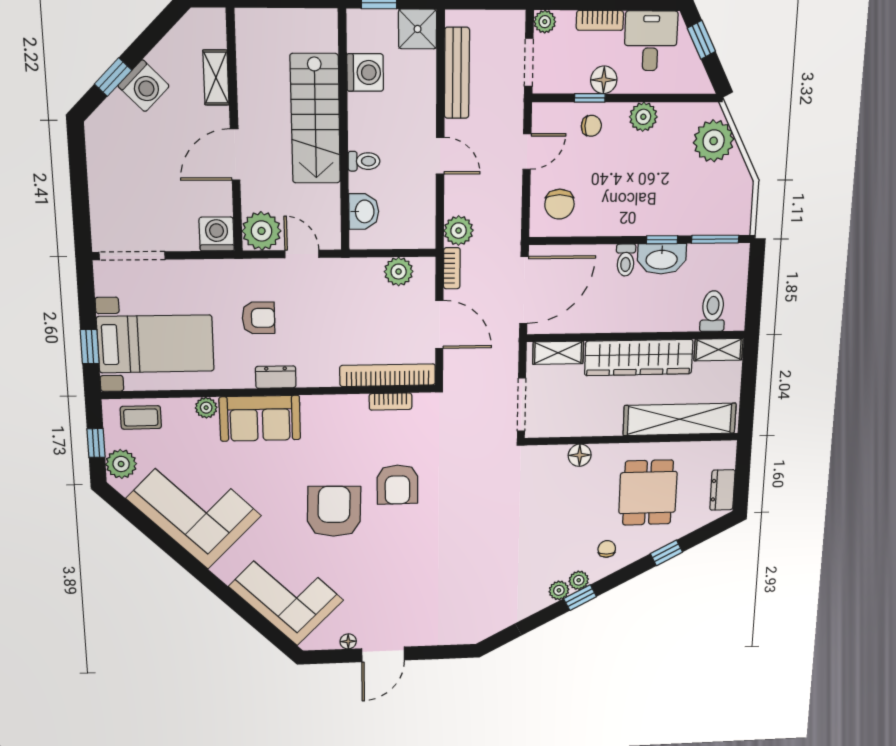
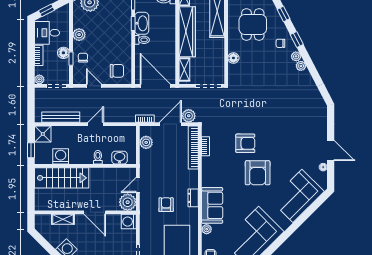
stairs: (315, 119) -> (62, 178), moved
plant: (459, 231) -> (189, 116), moved
dining table: (648, 493) -> (253, 24), turned 90
armchair: (334, 511) -> (258, 173), turned -92
window: (580, 598) -> (297, 39), moved

